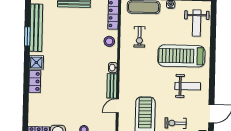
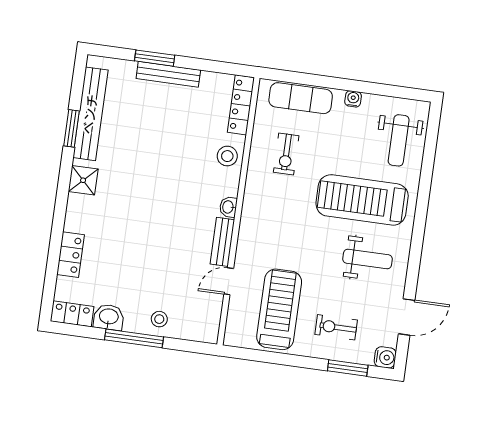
locker: (35, 81) -> (70, 255), moved

